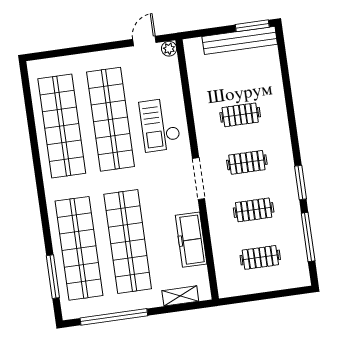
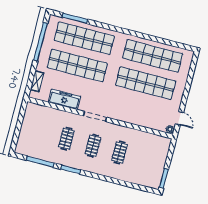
bench: (240, 40) -> (159, 169), removed
checkout: (160, 125) -> (132, 108), removed
clothes rail: (260, 257) -> (40, 132), removed

